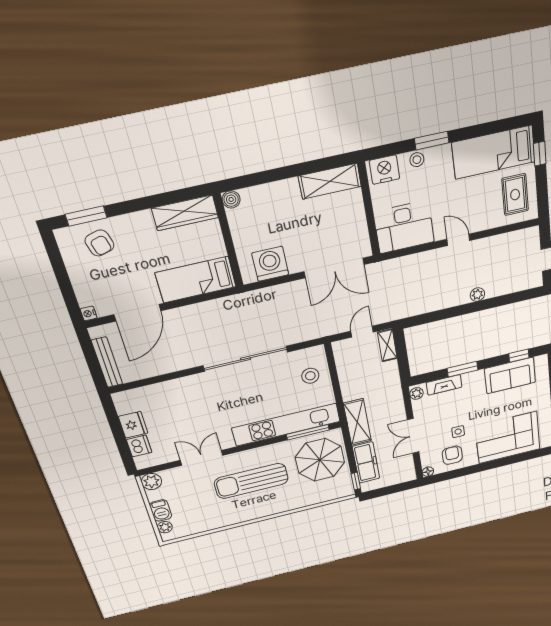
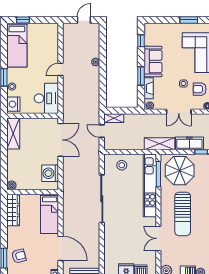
rug: (515, 195) -> (42, 35), removed
sofa: (510, 375) -> (153, 61), moved

